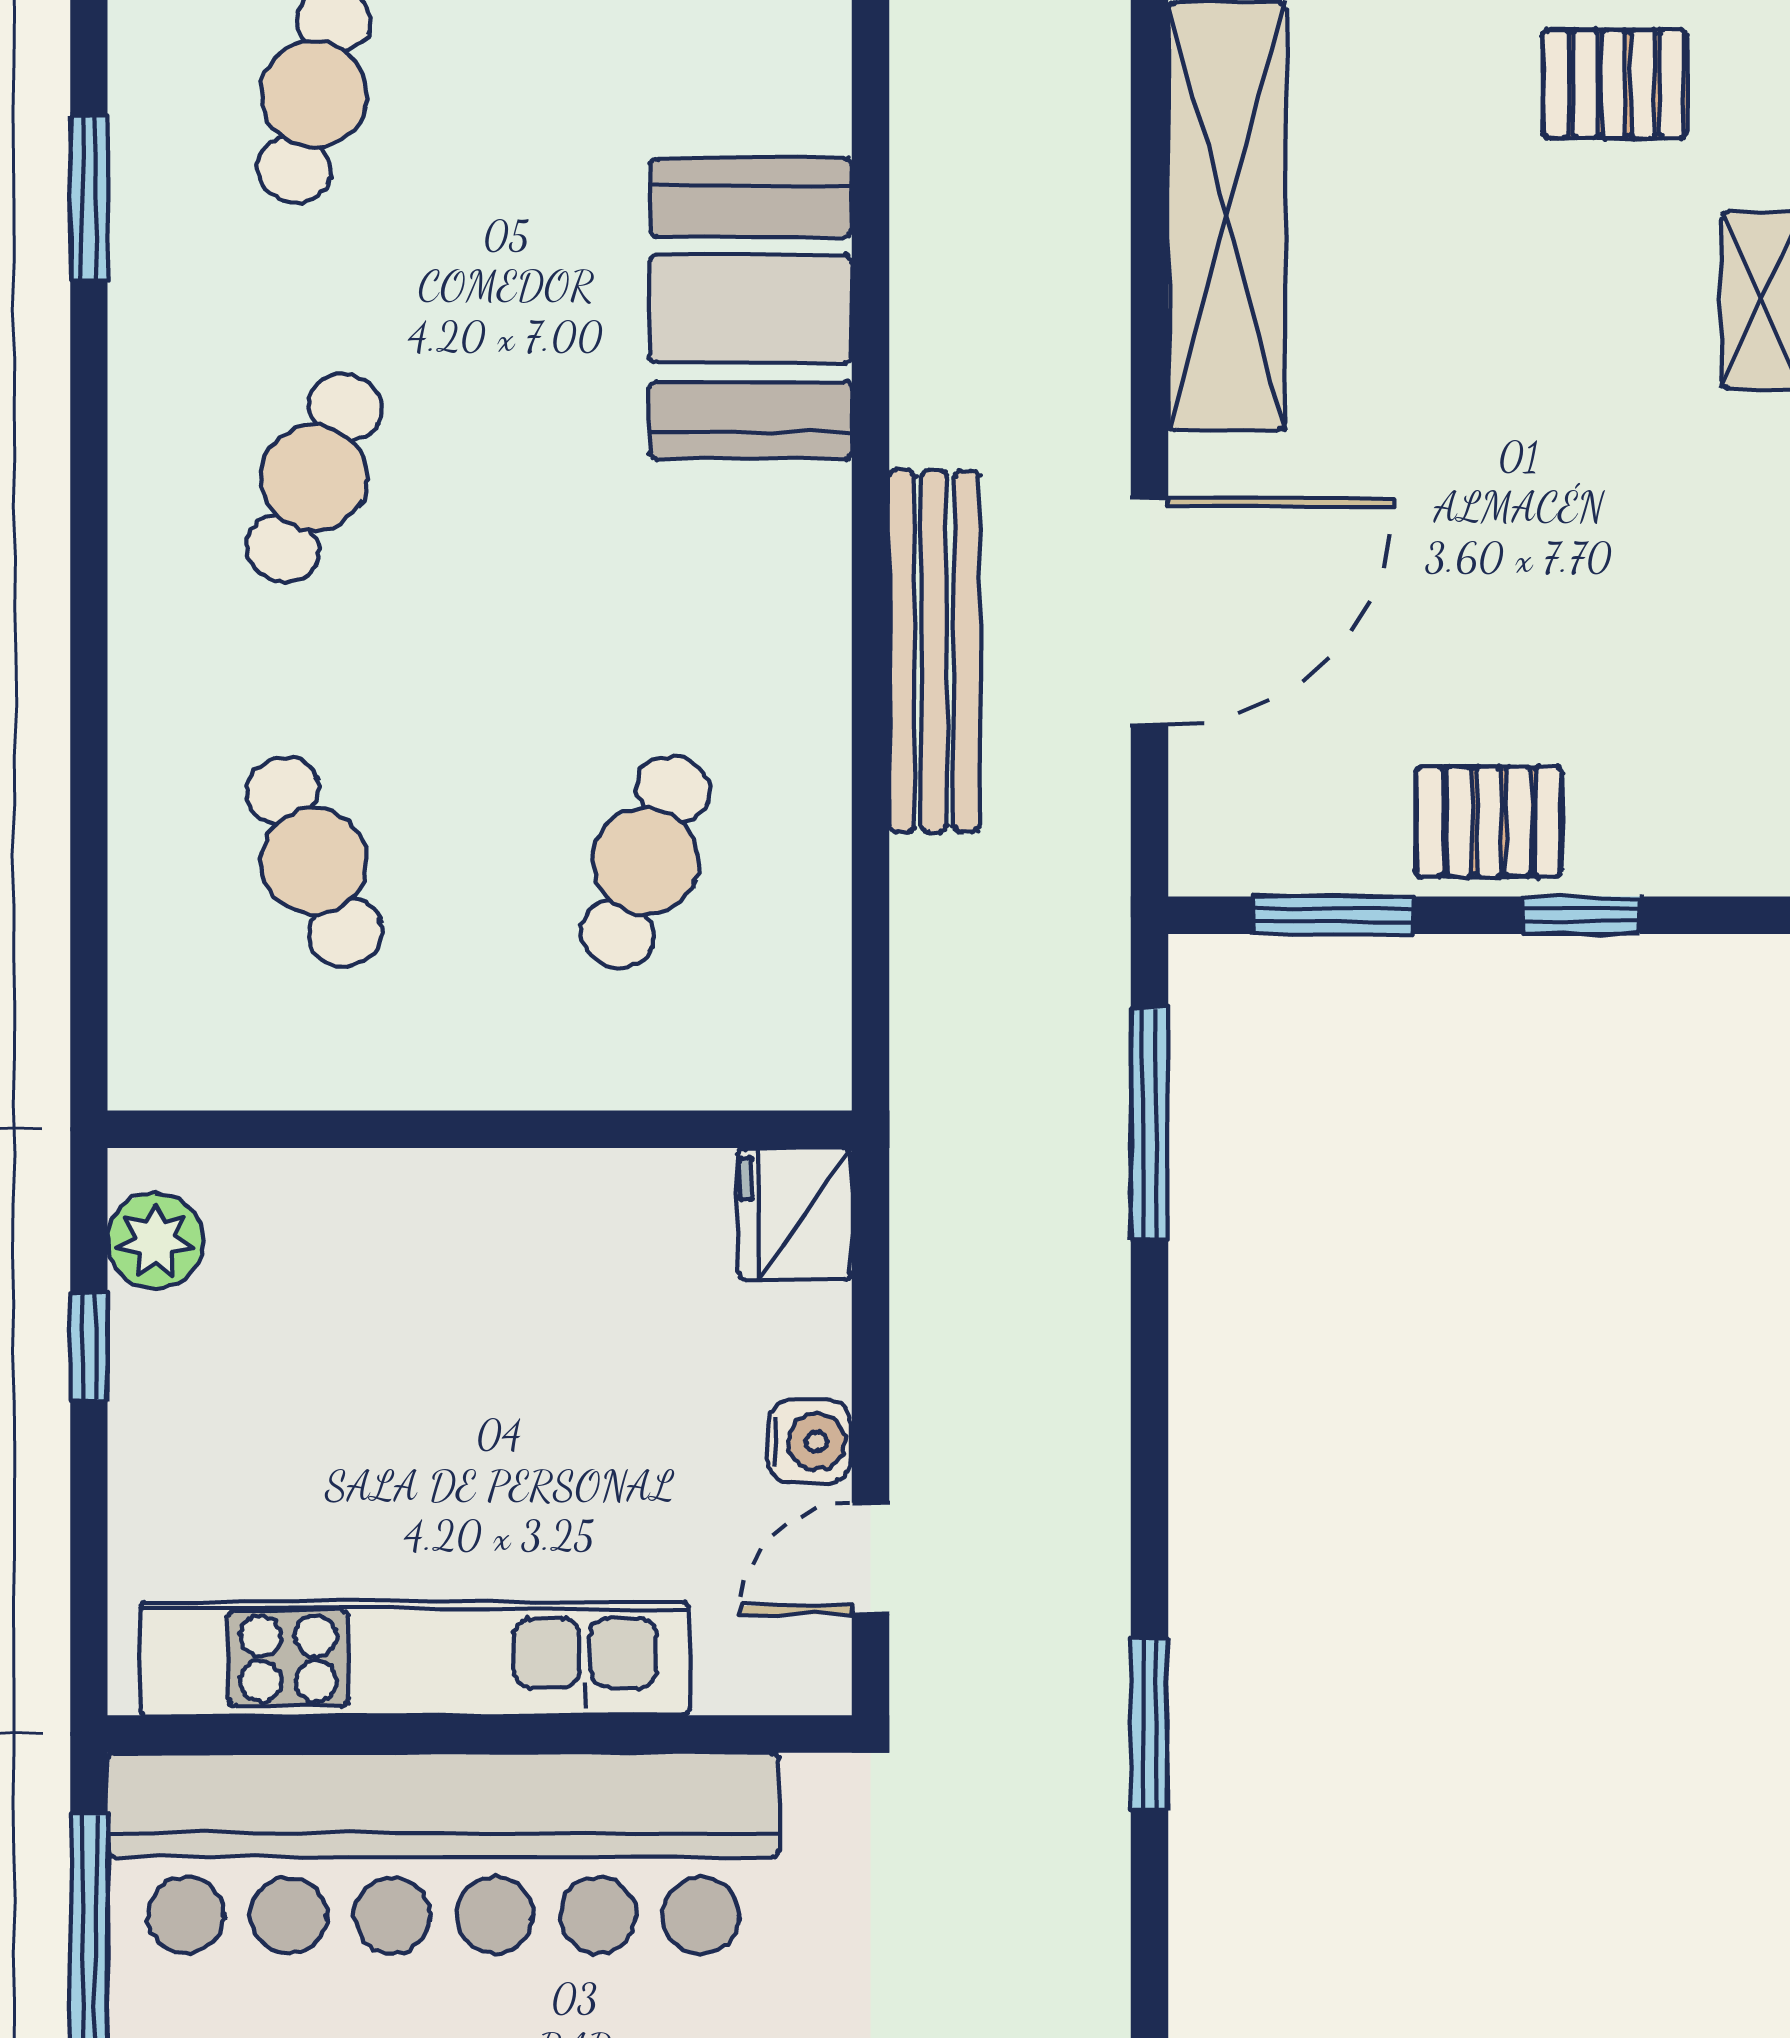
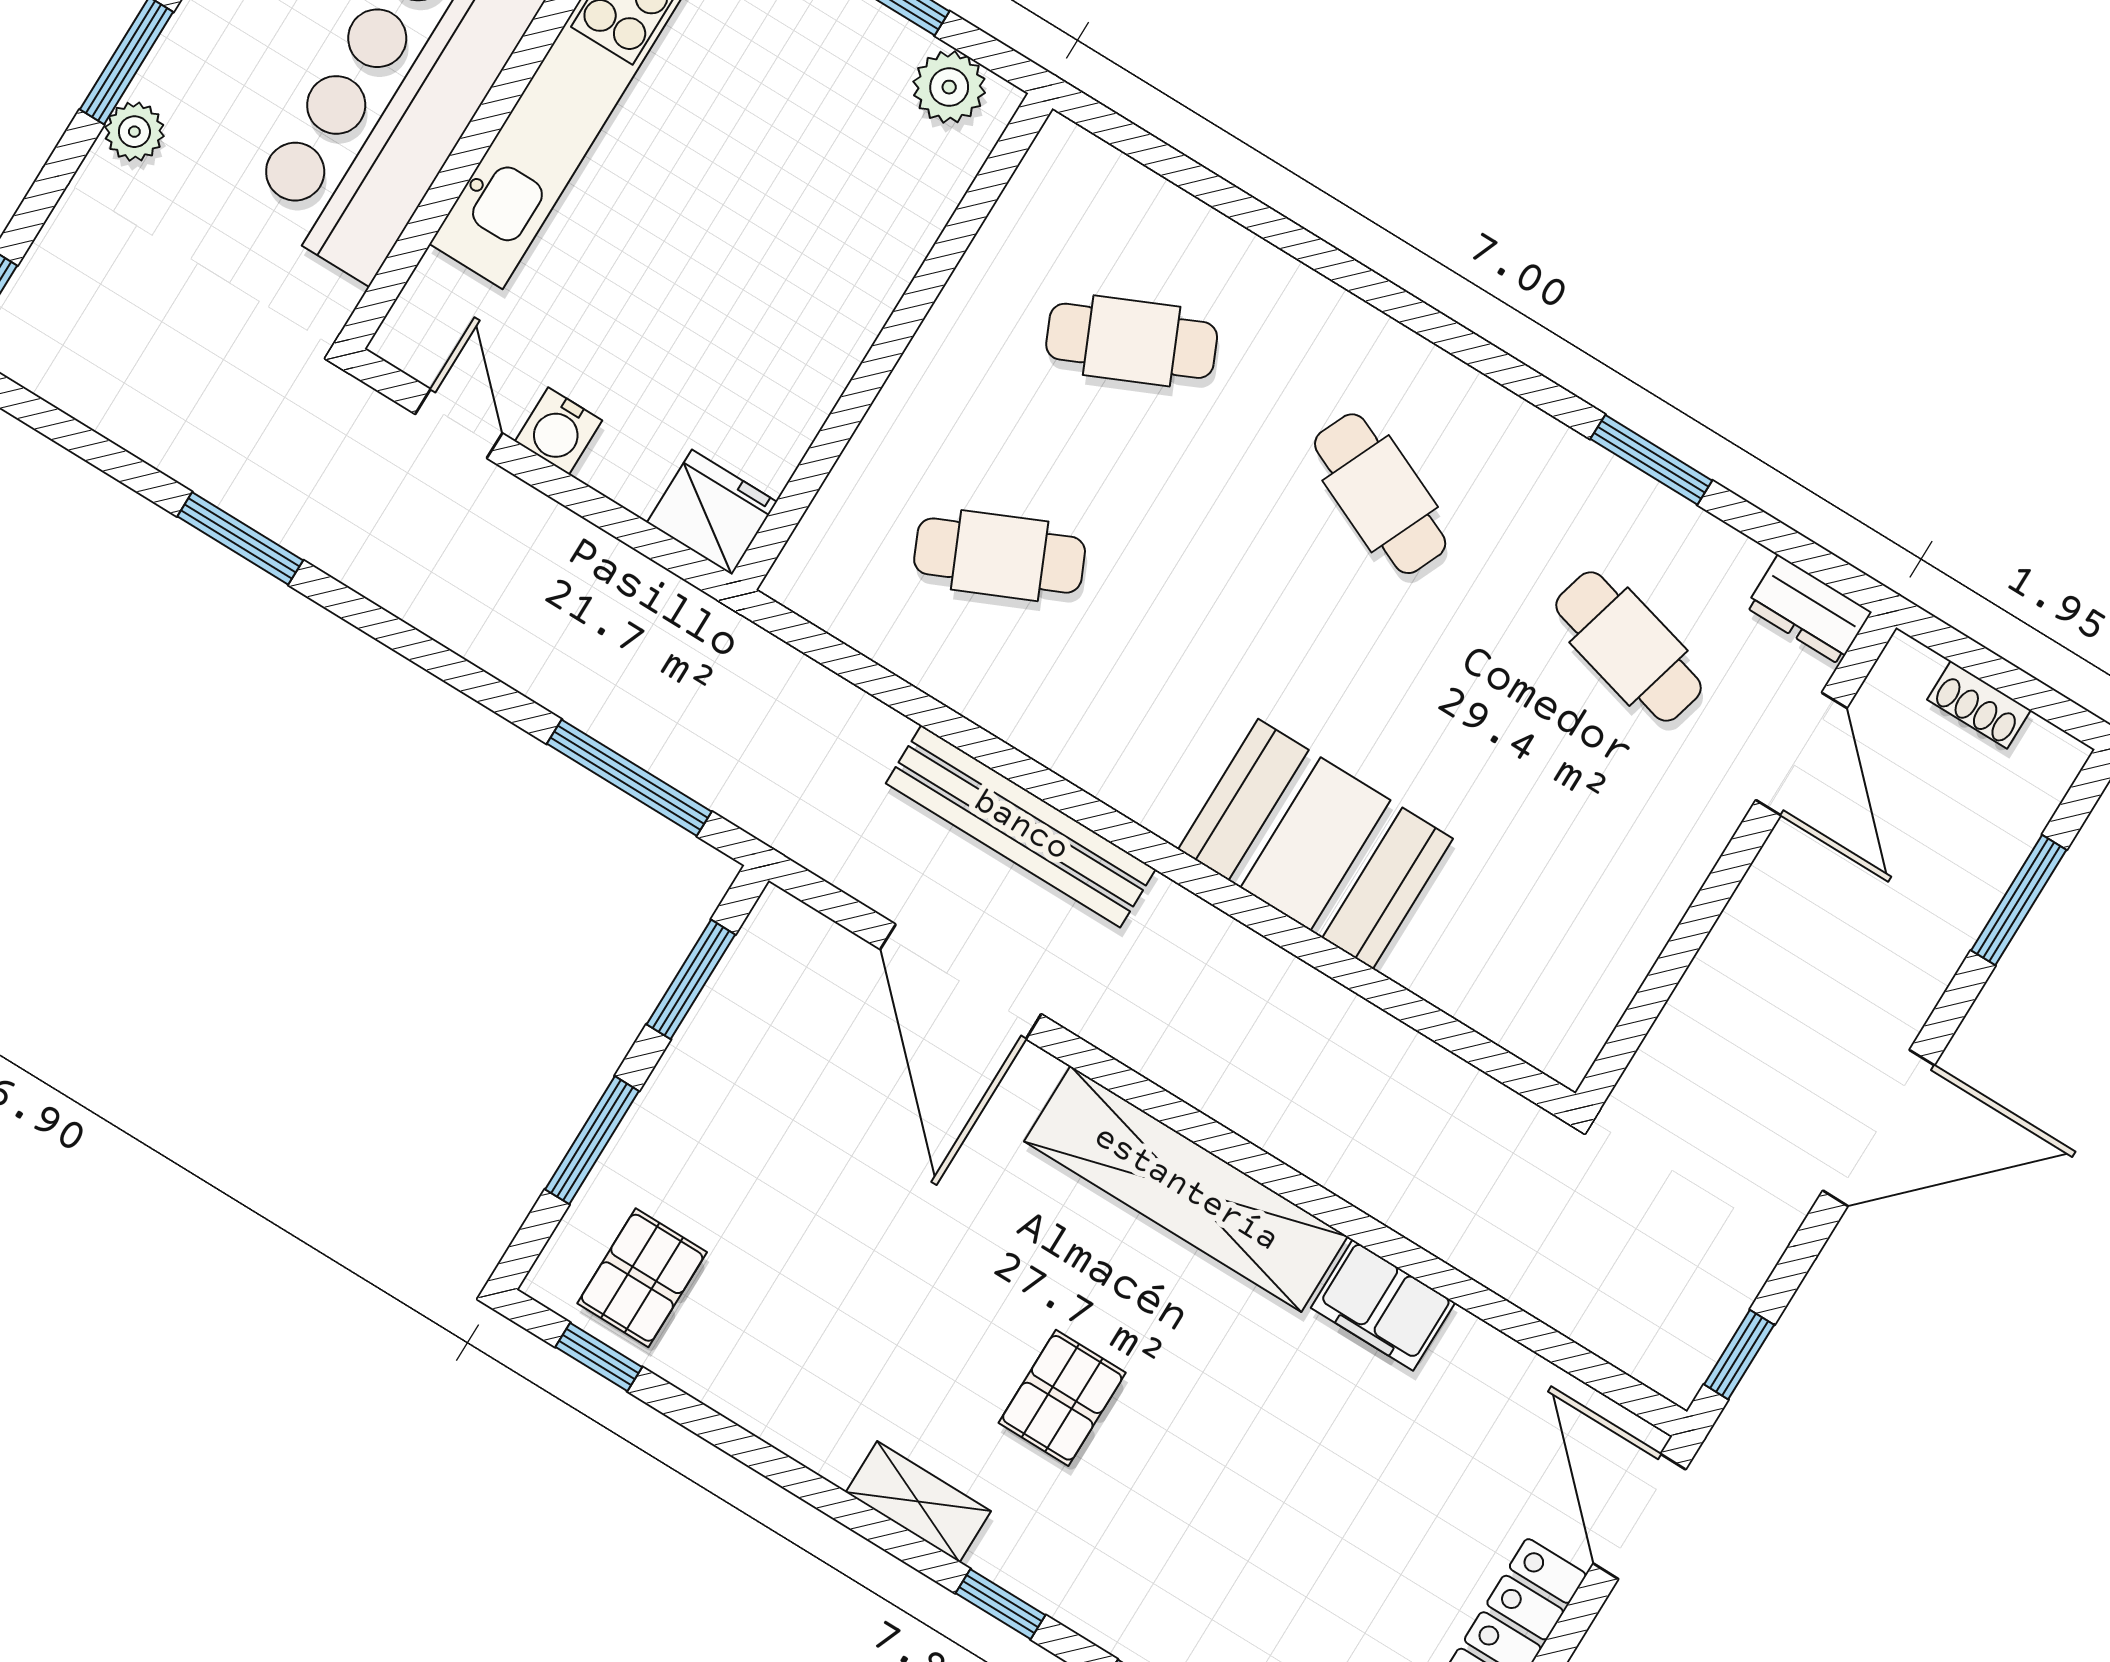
pallet: (1614, 84) -> (1062, 1398), moved
pallet: (1489, 821) -> (642, 1278), moved
cafe table: (645, 862) -> (1000, 556), turned -45
window: (1581, 915) -> (592, 1140), width x1.50

